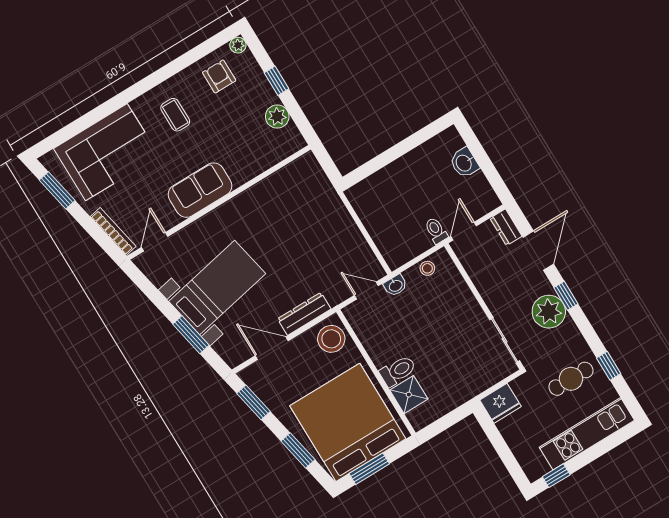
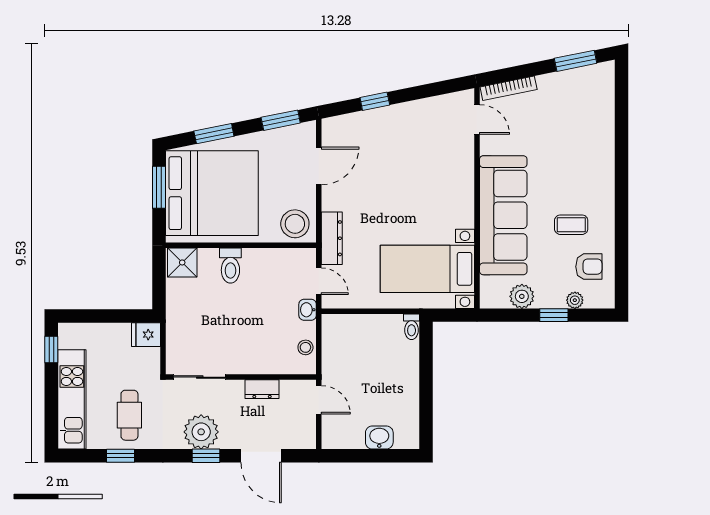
plant: (238, 45) -> (575, 300), moved
coffee table: (175, 115) -> (571, 225), moved
corner sofa: (106, 152) -> (583, 125), removed
sofa: (200, 190) -> (503, 215), width x1.85, depth x1.27
dresser: (506, 227) -> (262, 389), moved, turned 180
toilet: (436, 230) -> (412, 327), moved, turned 90
bed with nightstands: (217, 287) -> (427, 269), moved, turned 101
door: (366, 290) -> (319, 281), hinge flipped
dresser: (304, 314) -> (332, 238), moved
window: (191, 335) -> (375, 101), width x0.67
shower: (409, 395) -> (182, 262), moved
fridge: (500, 403) -> (146, 335), width x0.72

